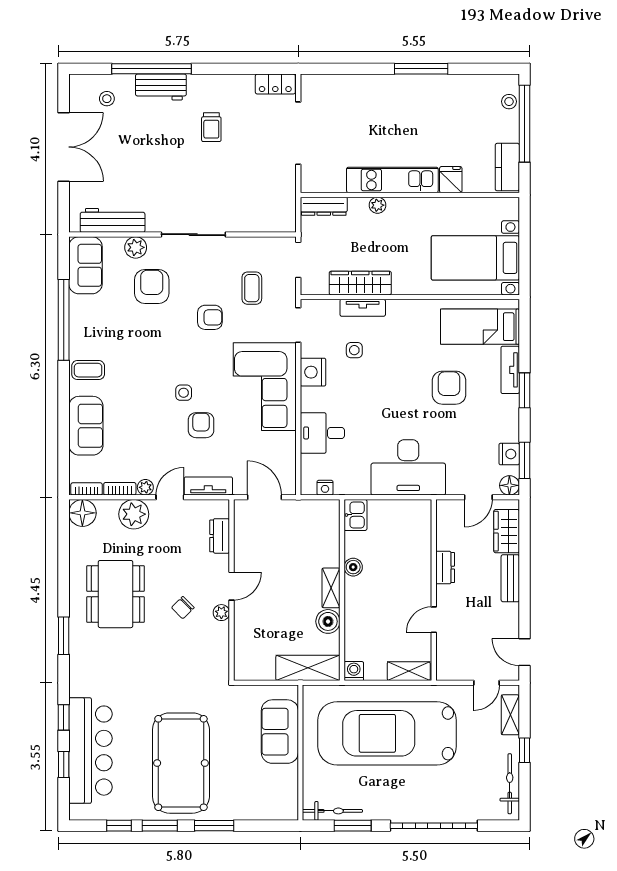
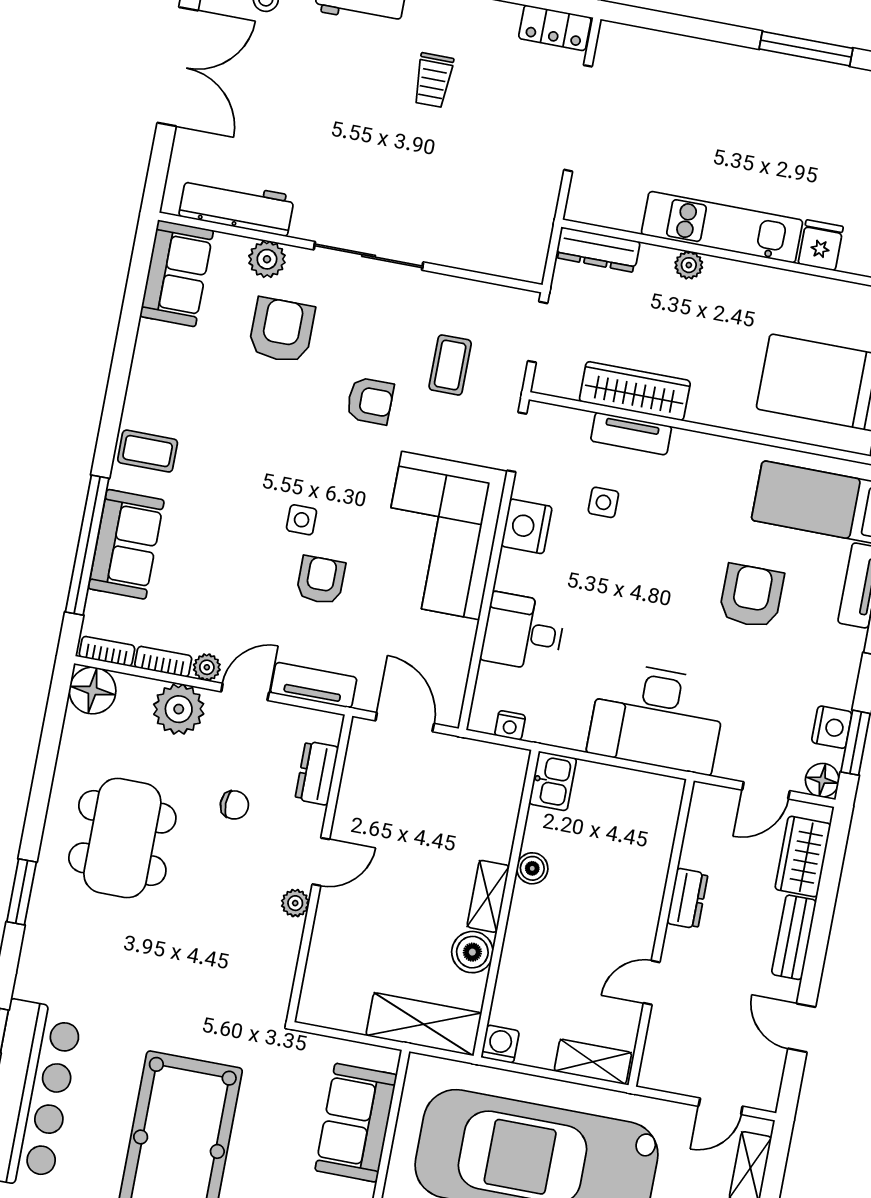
window: (64, 320) -> (87, 545), moved
chair: (183, 608) -> (234, 805), moved, turned -135
door: (524, 652) -> (802, 1028), moved

